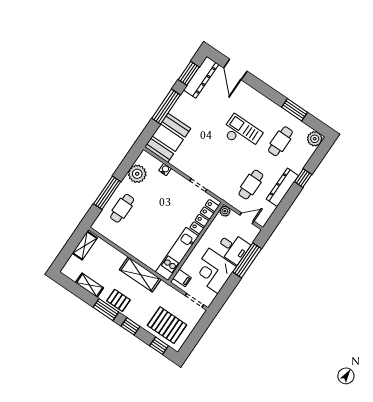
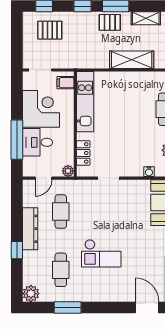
locker: (204, 217) -> (83, 153), width x0.66
shelving: (140, 274) -> (132, 60), moved
pallet: (167, 325) -> (50, 30), width x0.67, depth x0.71

